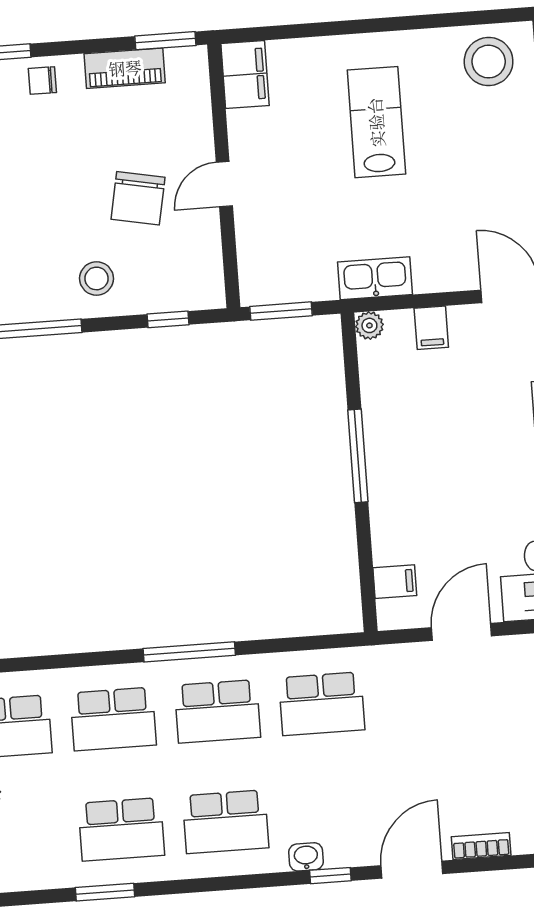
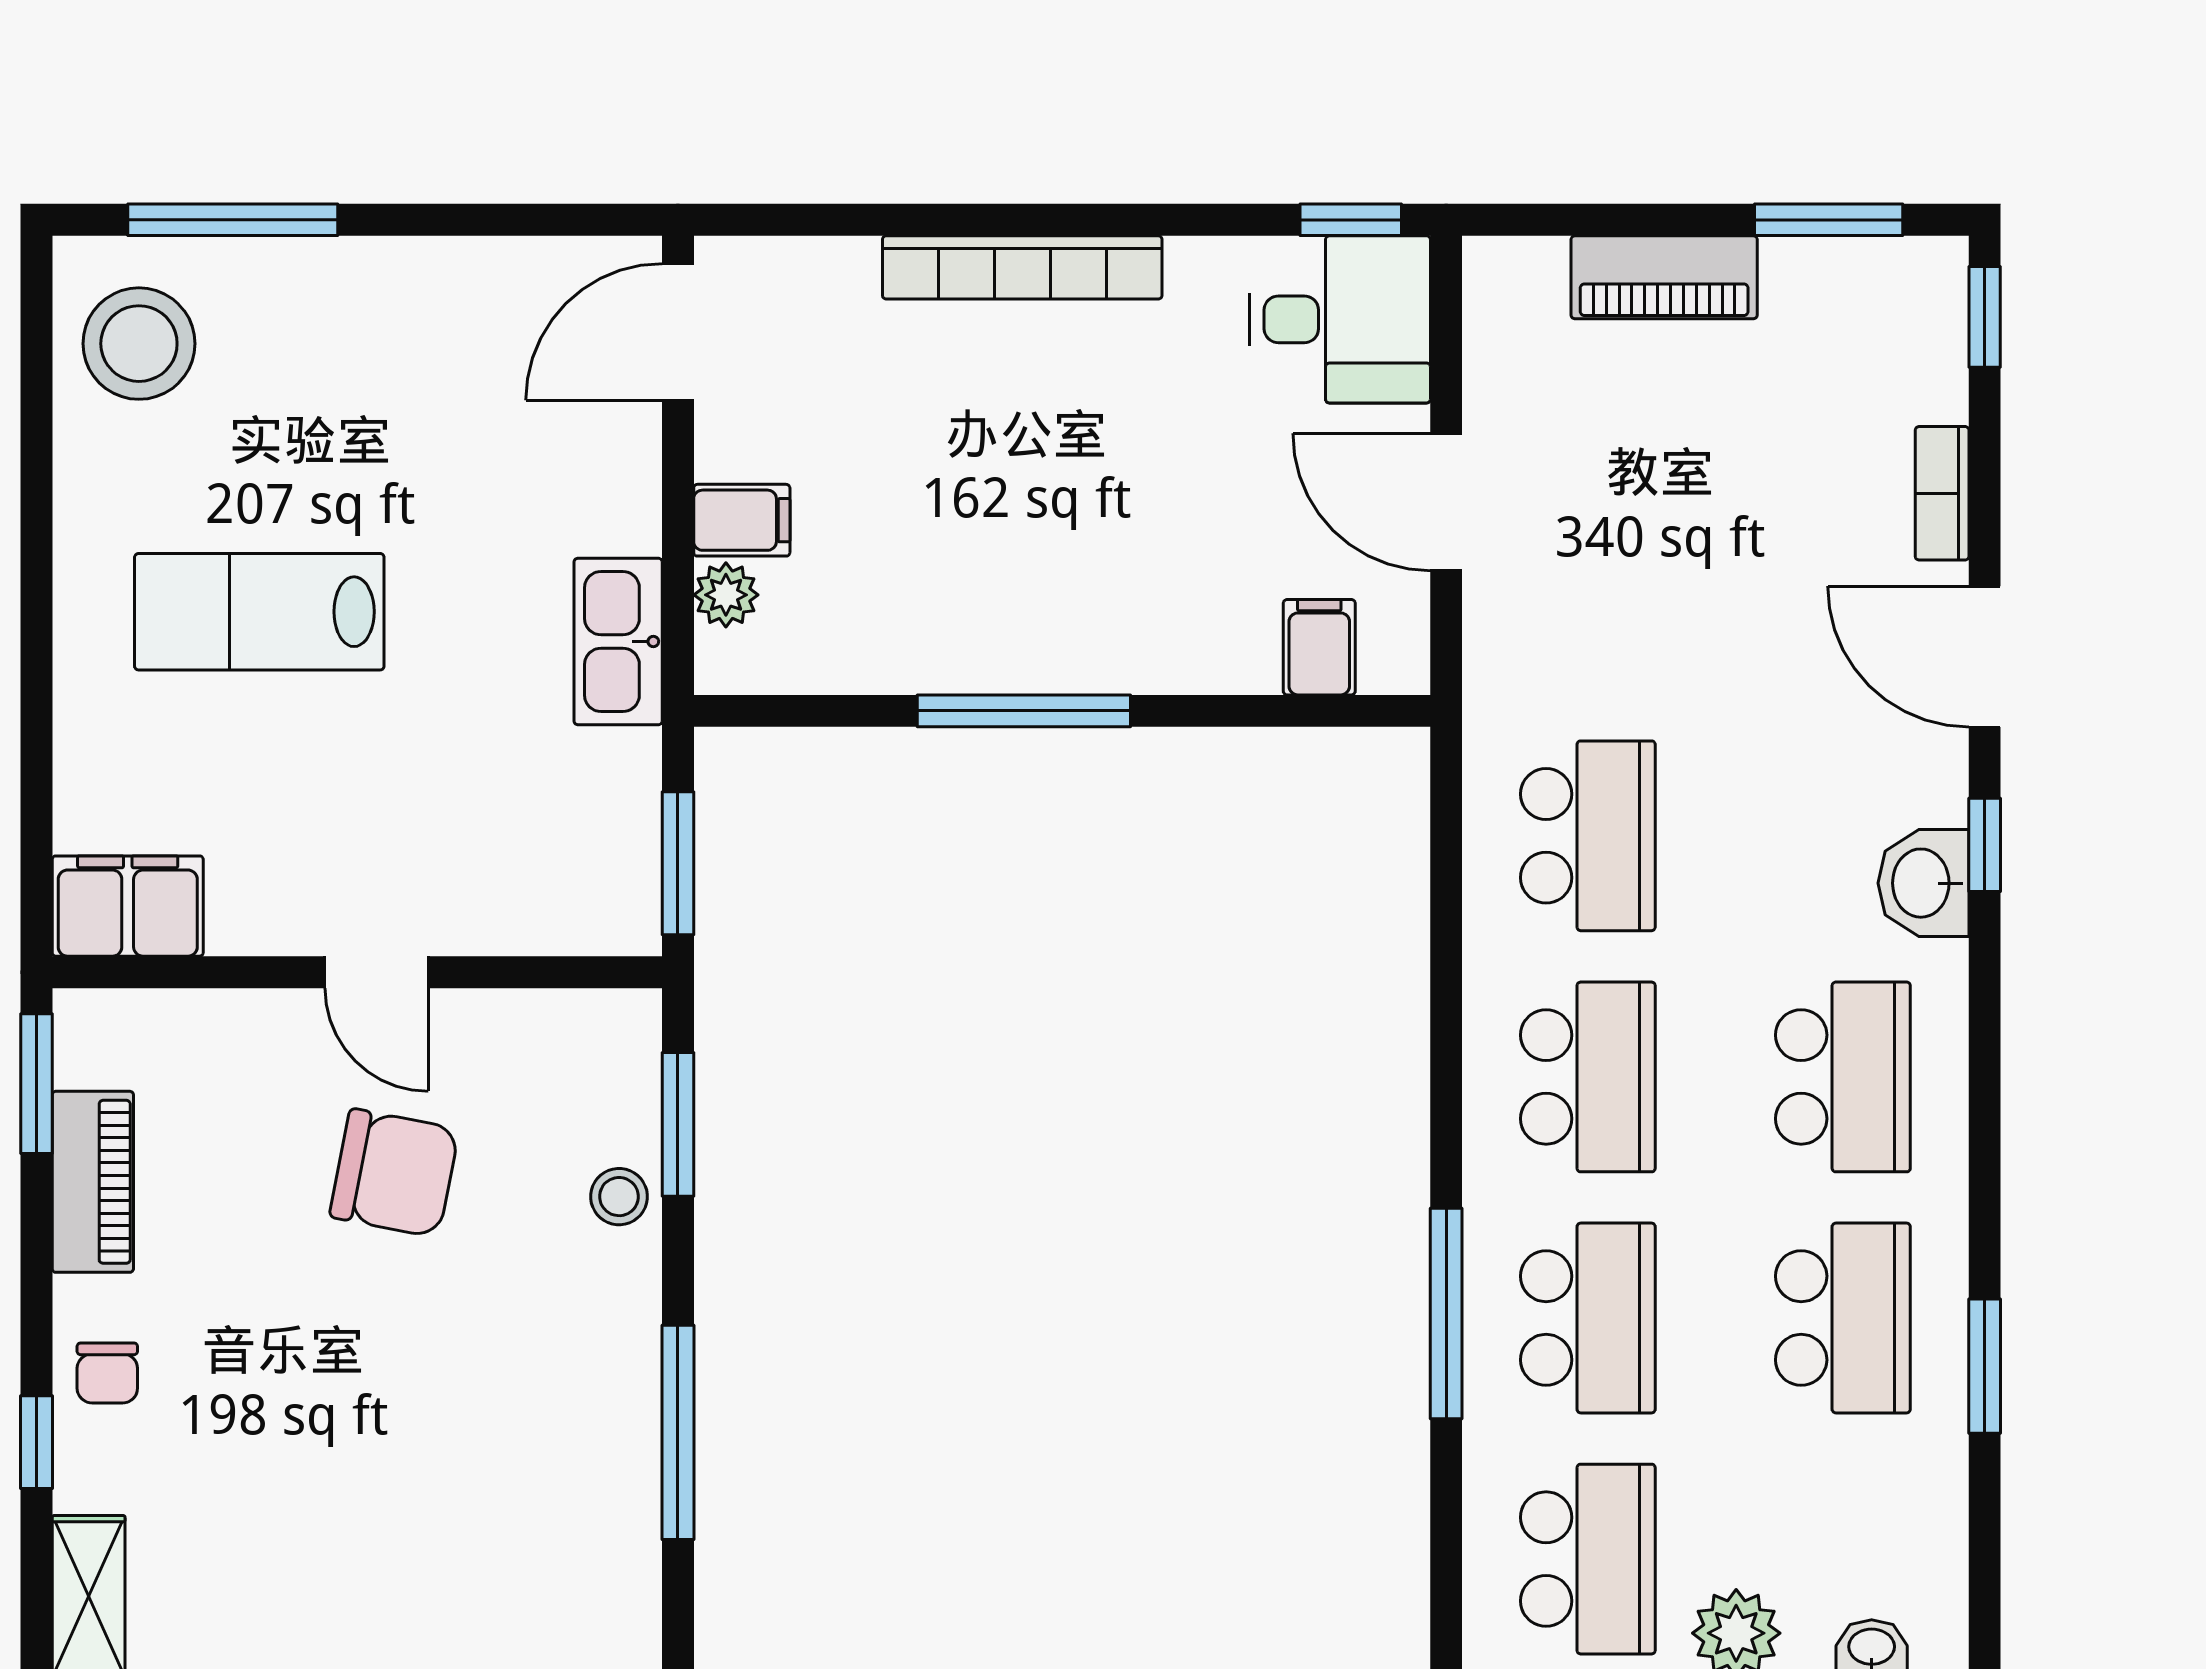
stool: (97, 278) -> (619, 1197), moved, width x0.73, depth x0.73
window: (168, 319) -> (678, 1124), width x1.50
plant: (369, 325) -> (726, 595), moved
window: (189, 652) -> (1446, 1314), moved
washbasin: (306, 857) -> (1923, 883), width x1.38, depth x1.45

